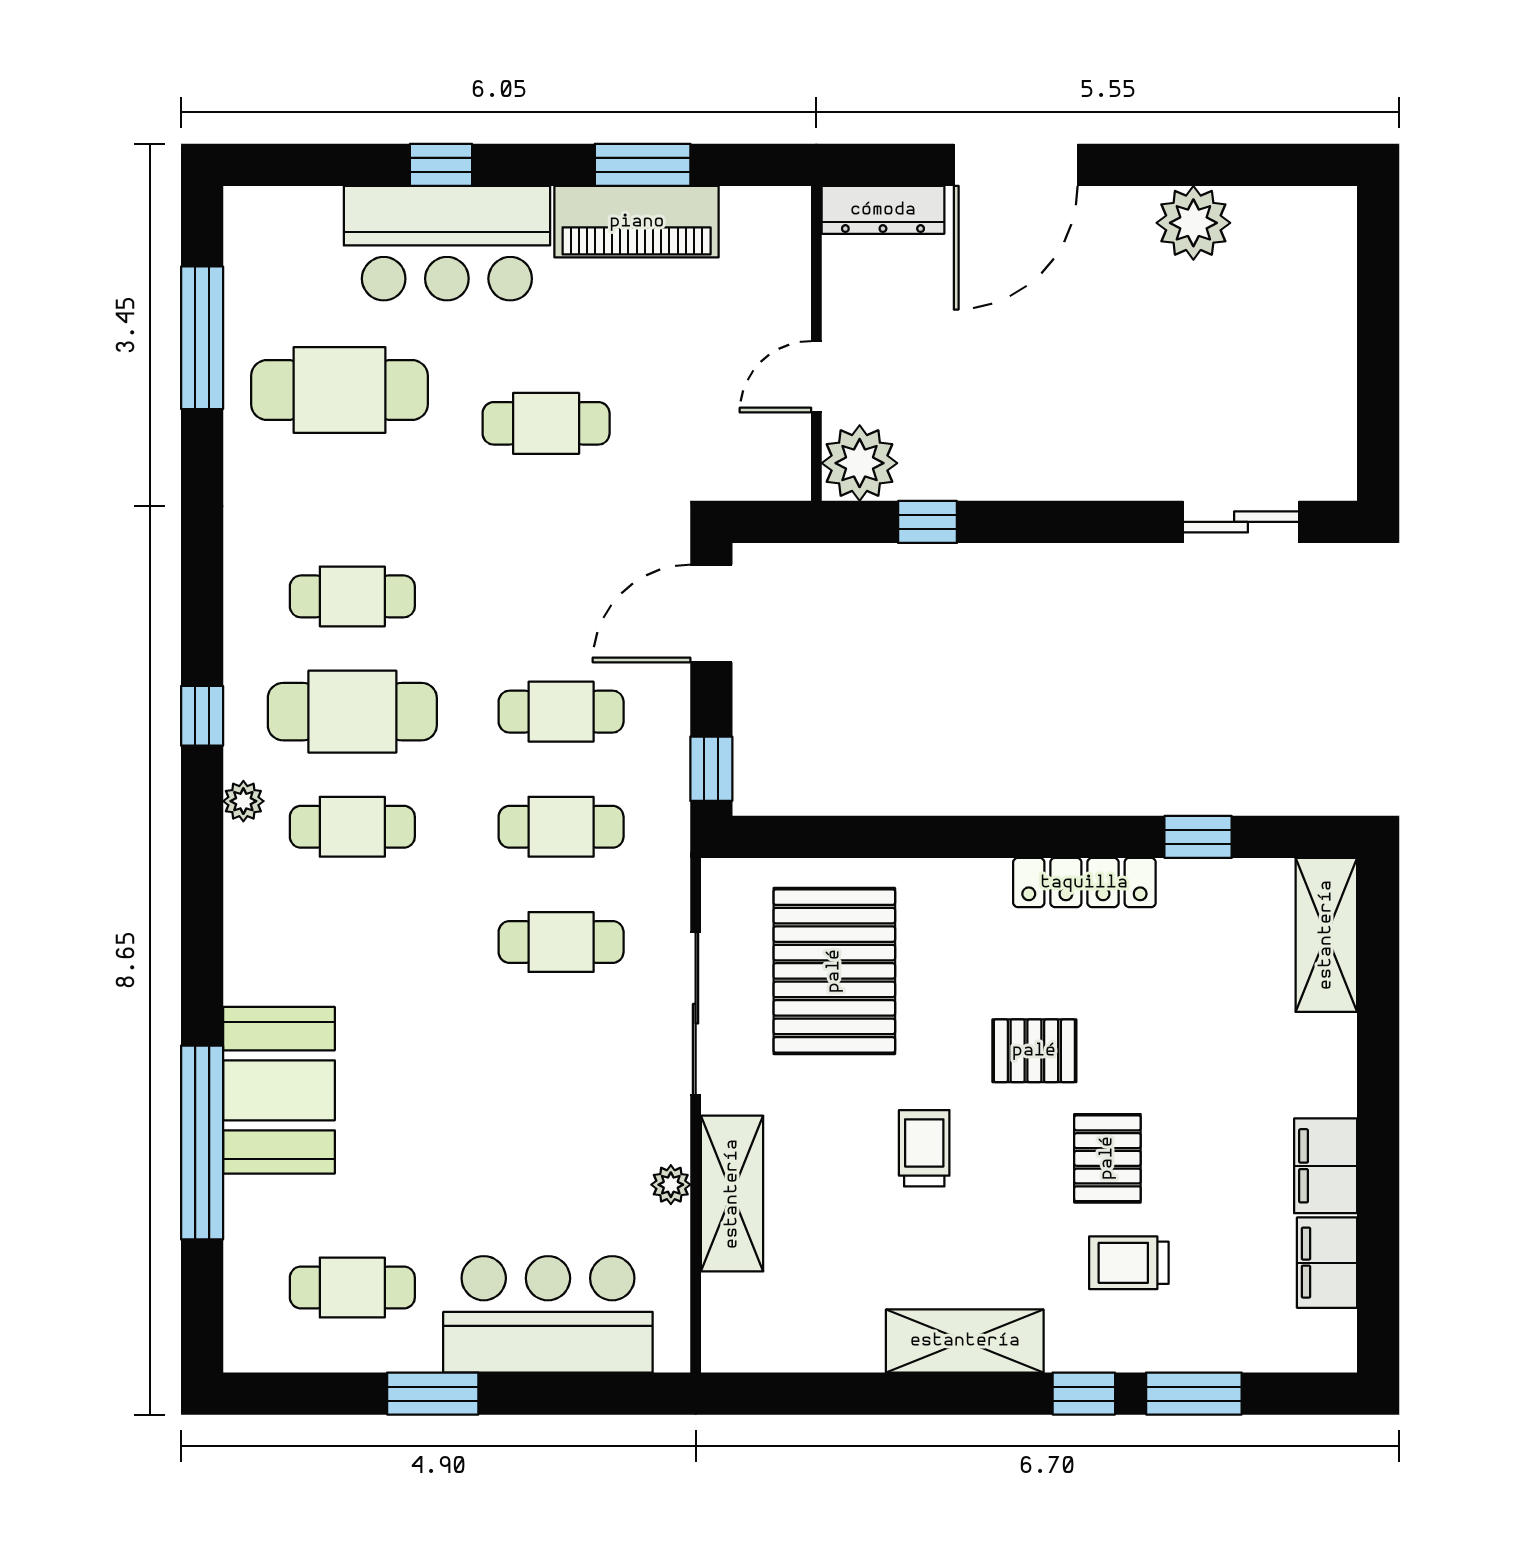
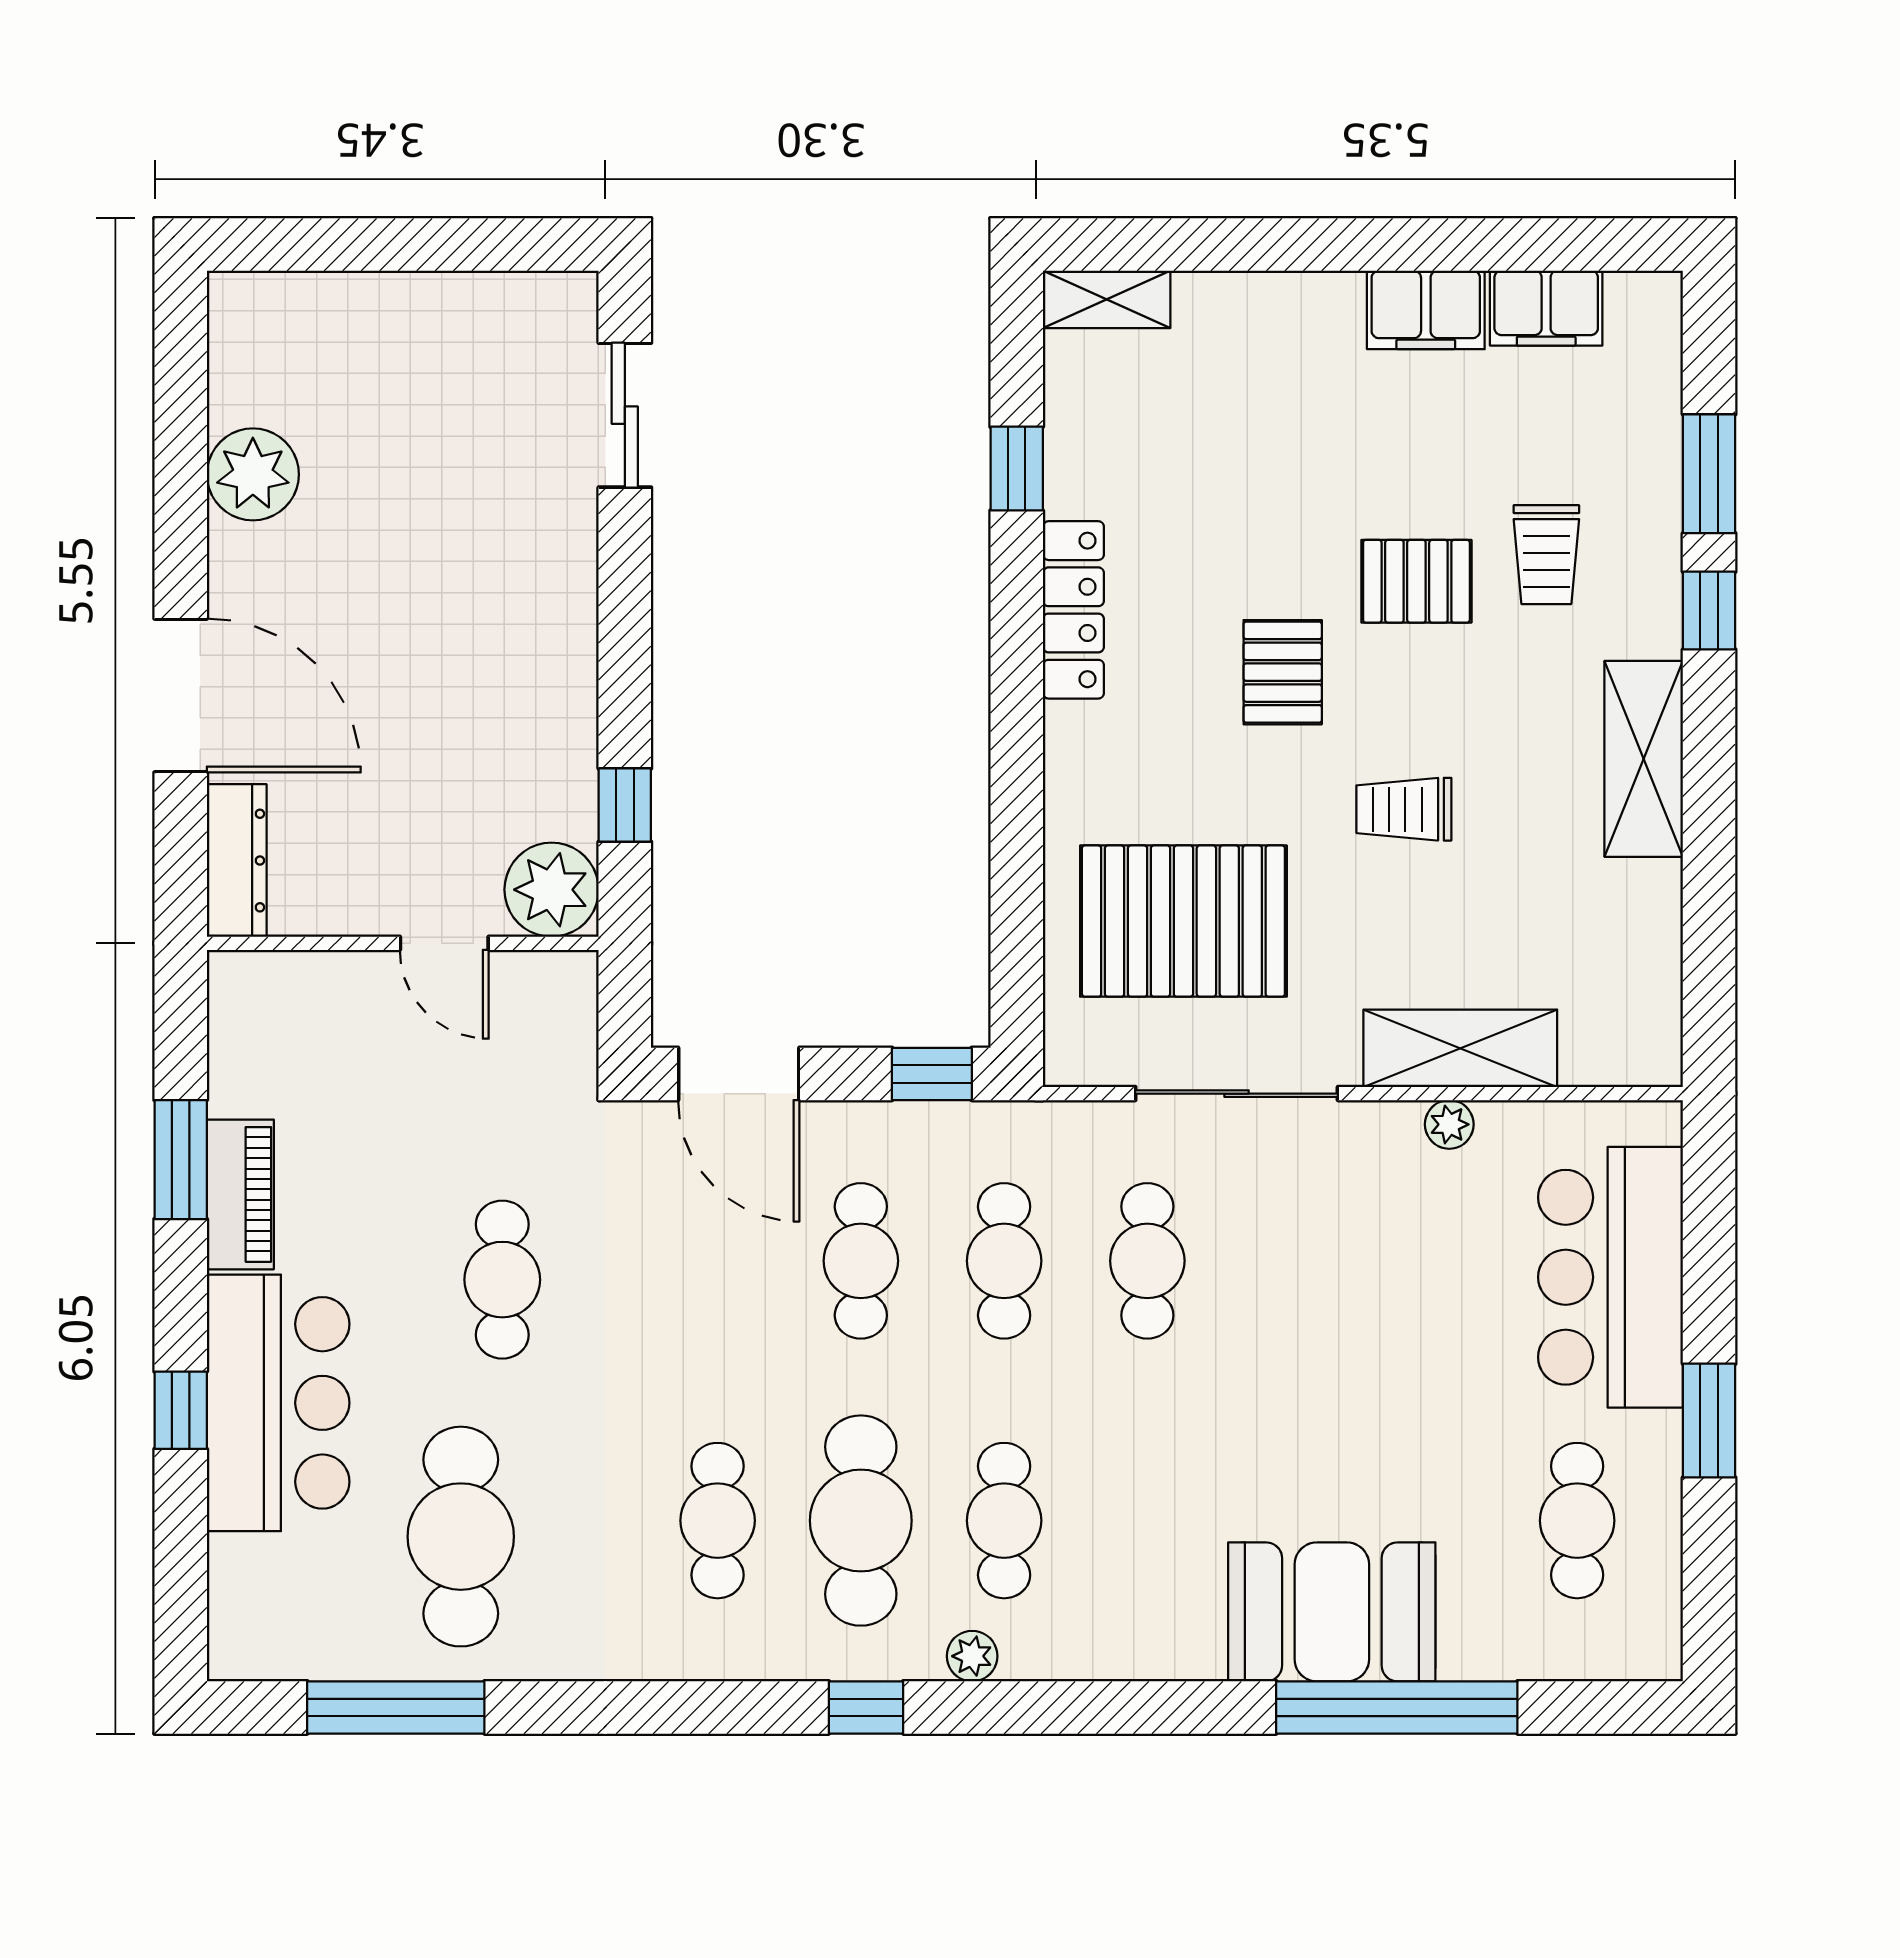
piano: (637, 222) -> (240, 1194), width x0.73, depth x0.75
shelving: (1326, 935) -> (1107, 299), width x0.67, depth x0.75

